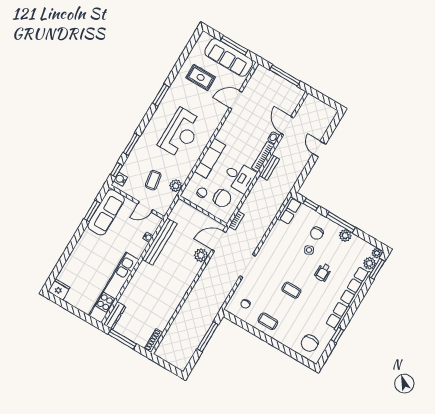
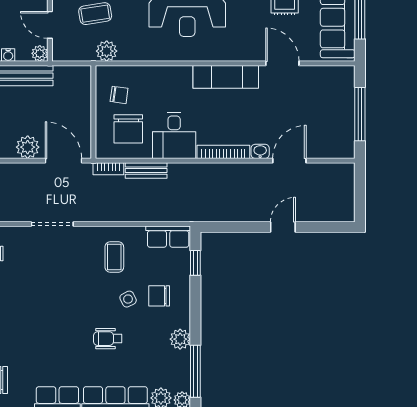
exam couch: (210, 158) -> (226, 77), moved
bench: (269, 167) -> (146, 171), moved
plant: (157, 221) -> (40, 53), added
window: (341, 222) -> (195, 371), moved
coffee table: (291, 290) -> (114, 257), moved

